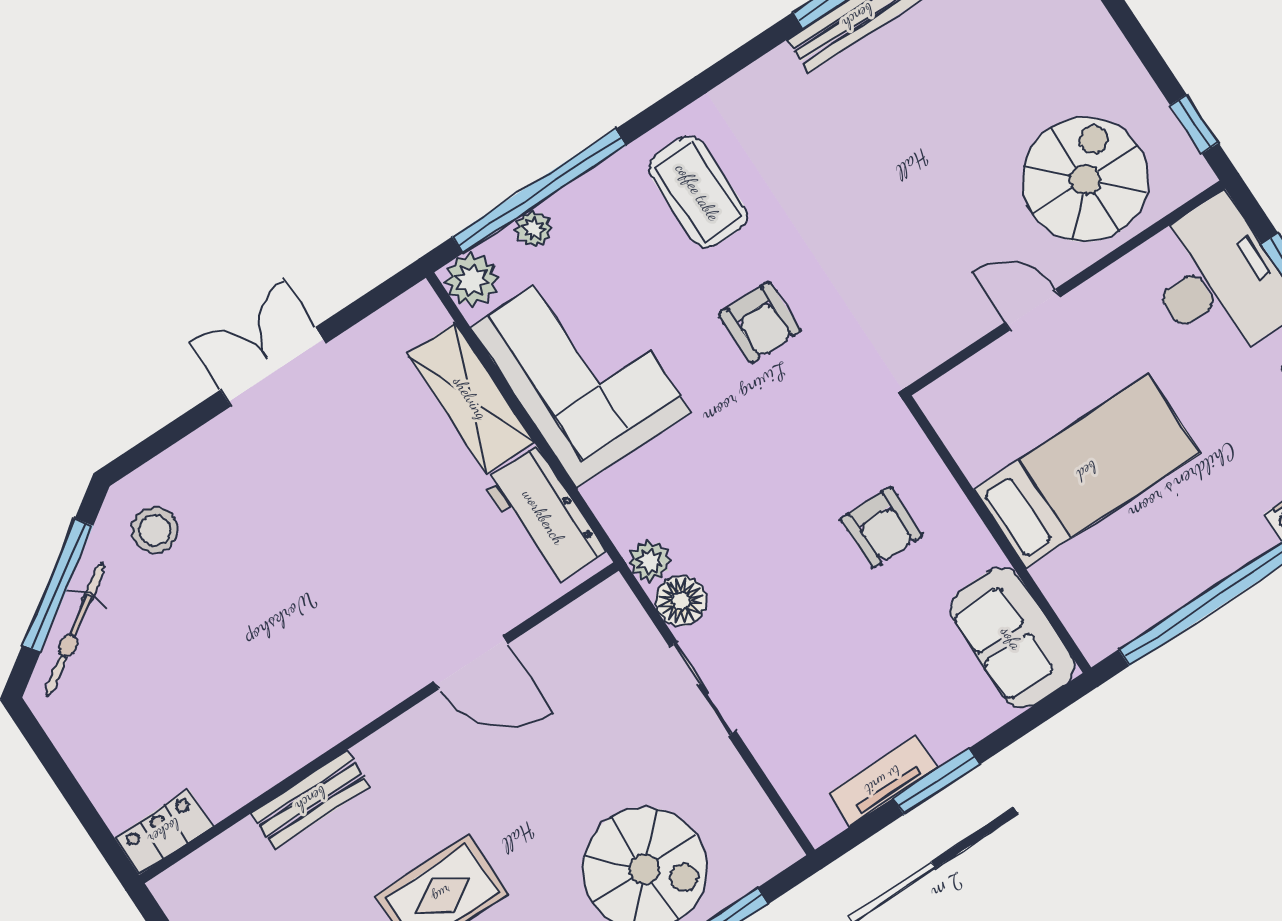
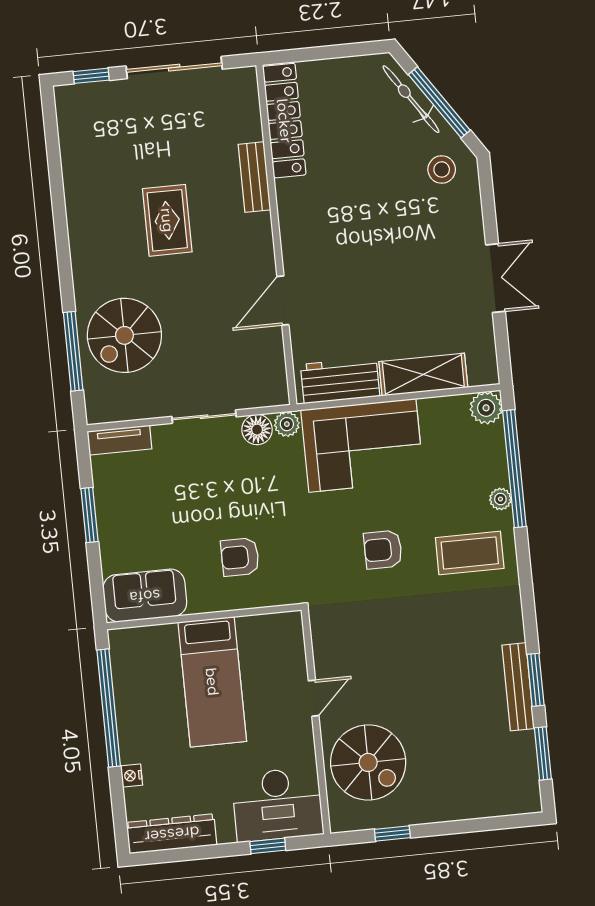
window: (1194, 124) -> (392, 833), moved
plant: (533, 229) -> (500, 499), moved
corner sofa: (581, 370) -> (362, 445), moved
tv unit: (883, 781) -> (120, 440), moved, turned 90
locker: (164, 832) -> (284, 121), width x2.16, depth x1.21

